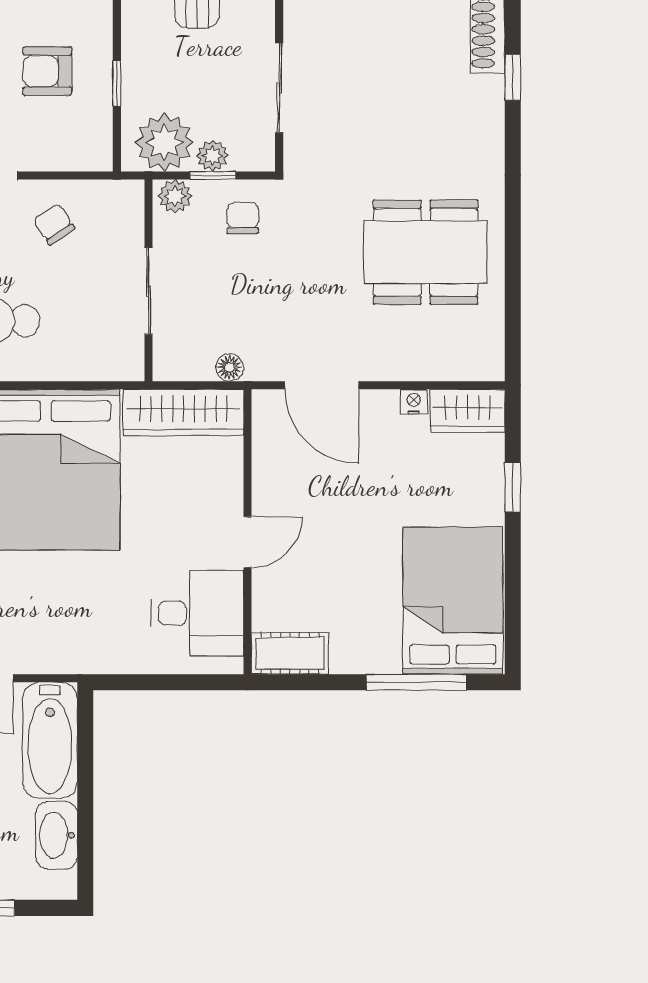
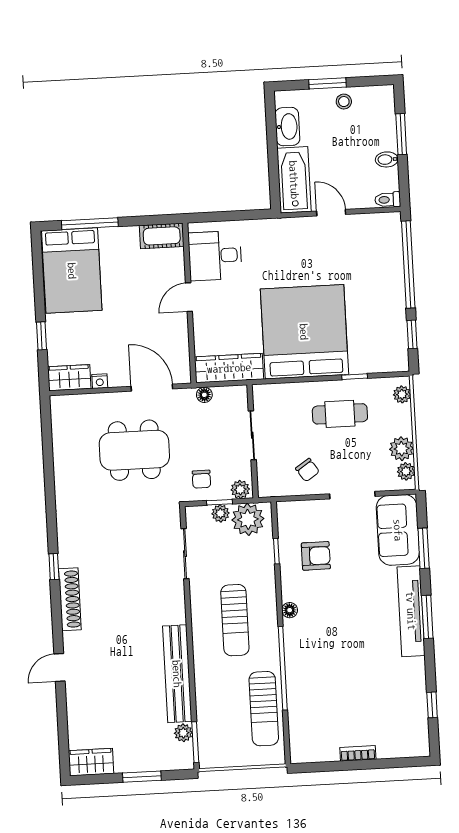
dining table: (425, 252) -> (134, 450), moved

